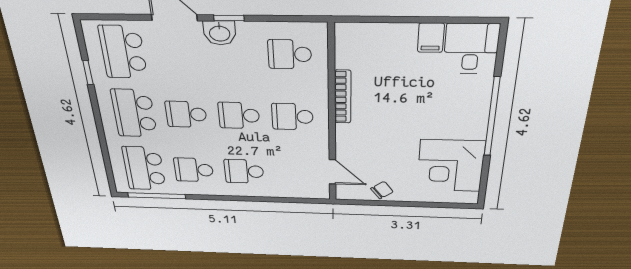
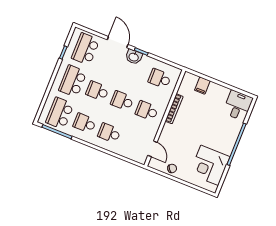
filing cabinet: (431, 38) -> (202, 86), moved

